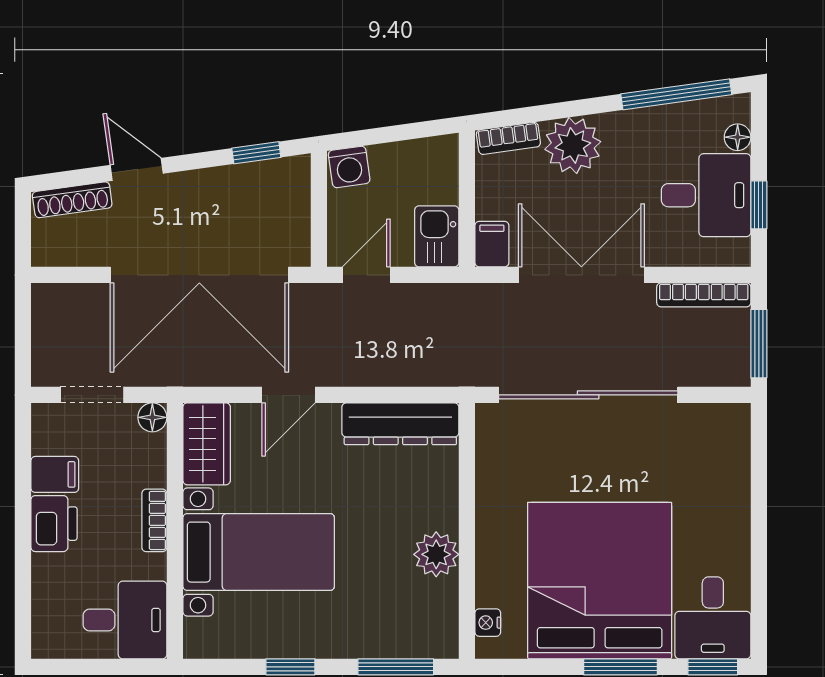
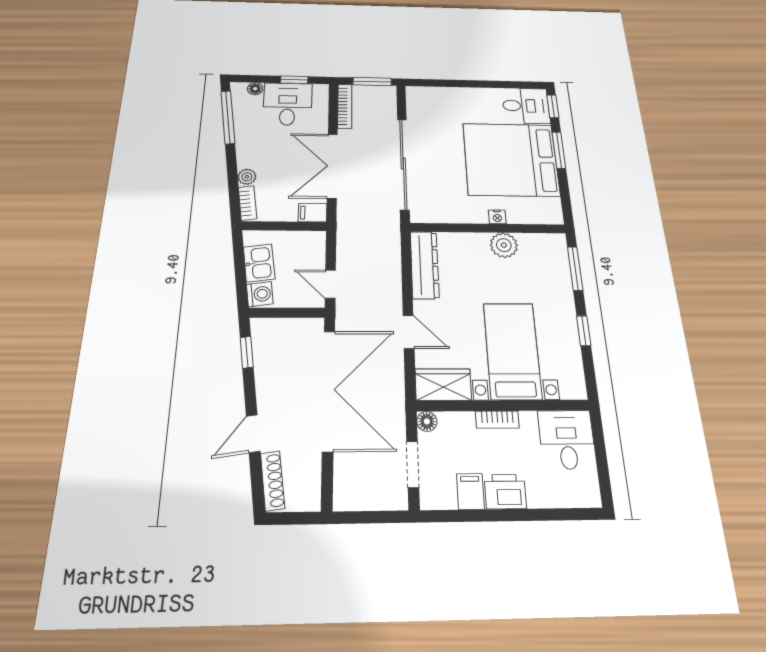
plant: (573, 145) -> (247, 177), width x0.53, depth x0.53
kitchen sink: (437, 236) -> (259, 263), moved, turned -98
nightstand: (488, 623) -> (497, 217), moved

